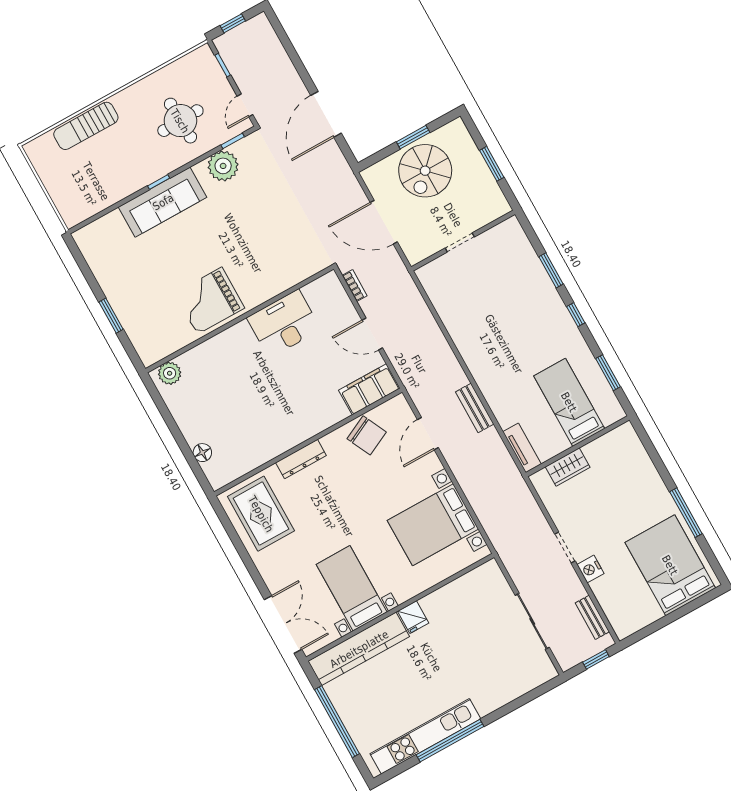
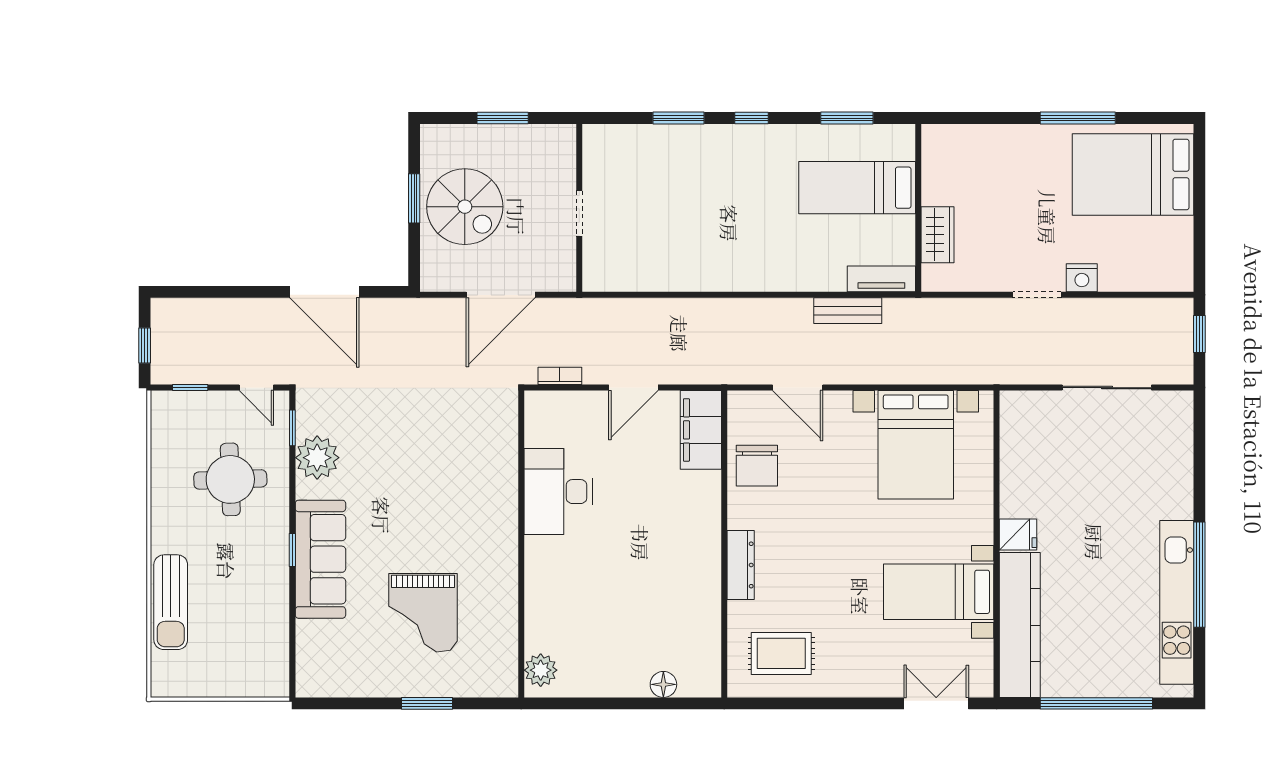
grand piano: (210, 301) -> (423, 613), moved
bench: (475, 408) -> (848, 311), moved
chair: (367, 435) -> (757, 466), turned 116
rug: (261, 514) -> (781, 653), width x0.73, depth x0.70
bench: (592, 617) -> (1144, 309), removed
double door: (283, 624) -> (936, 703), width x0.73

